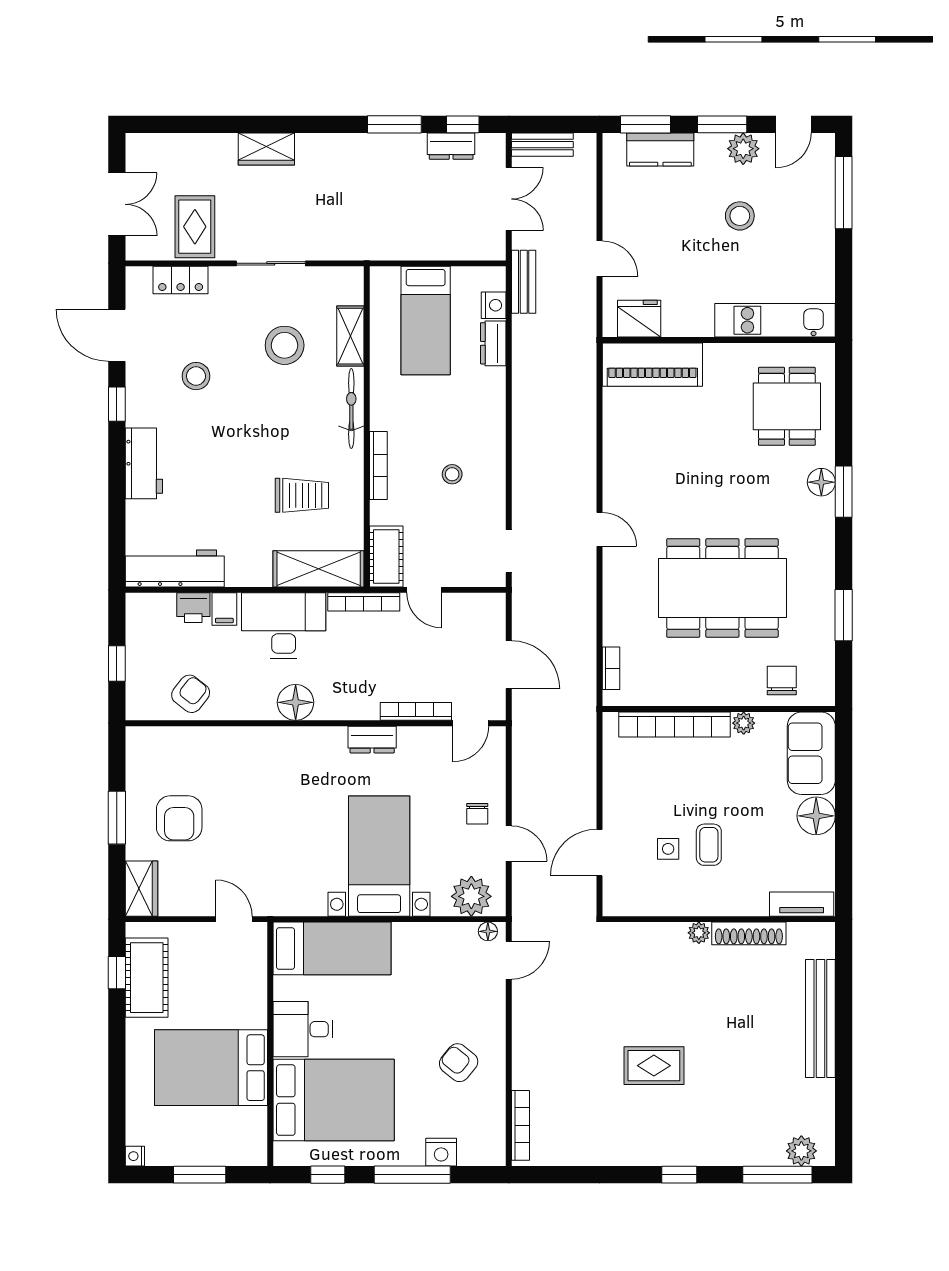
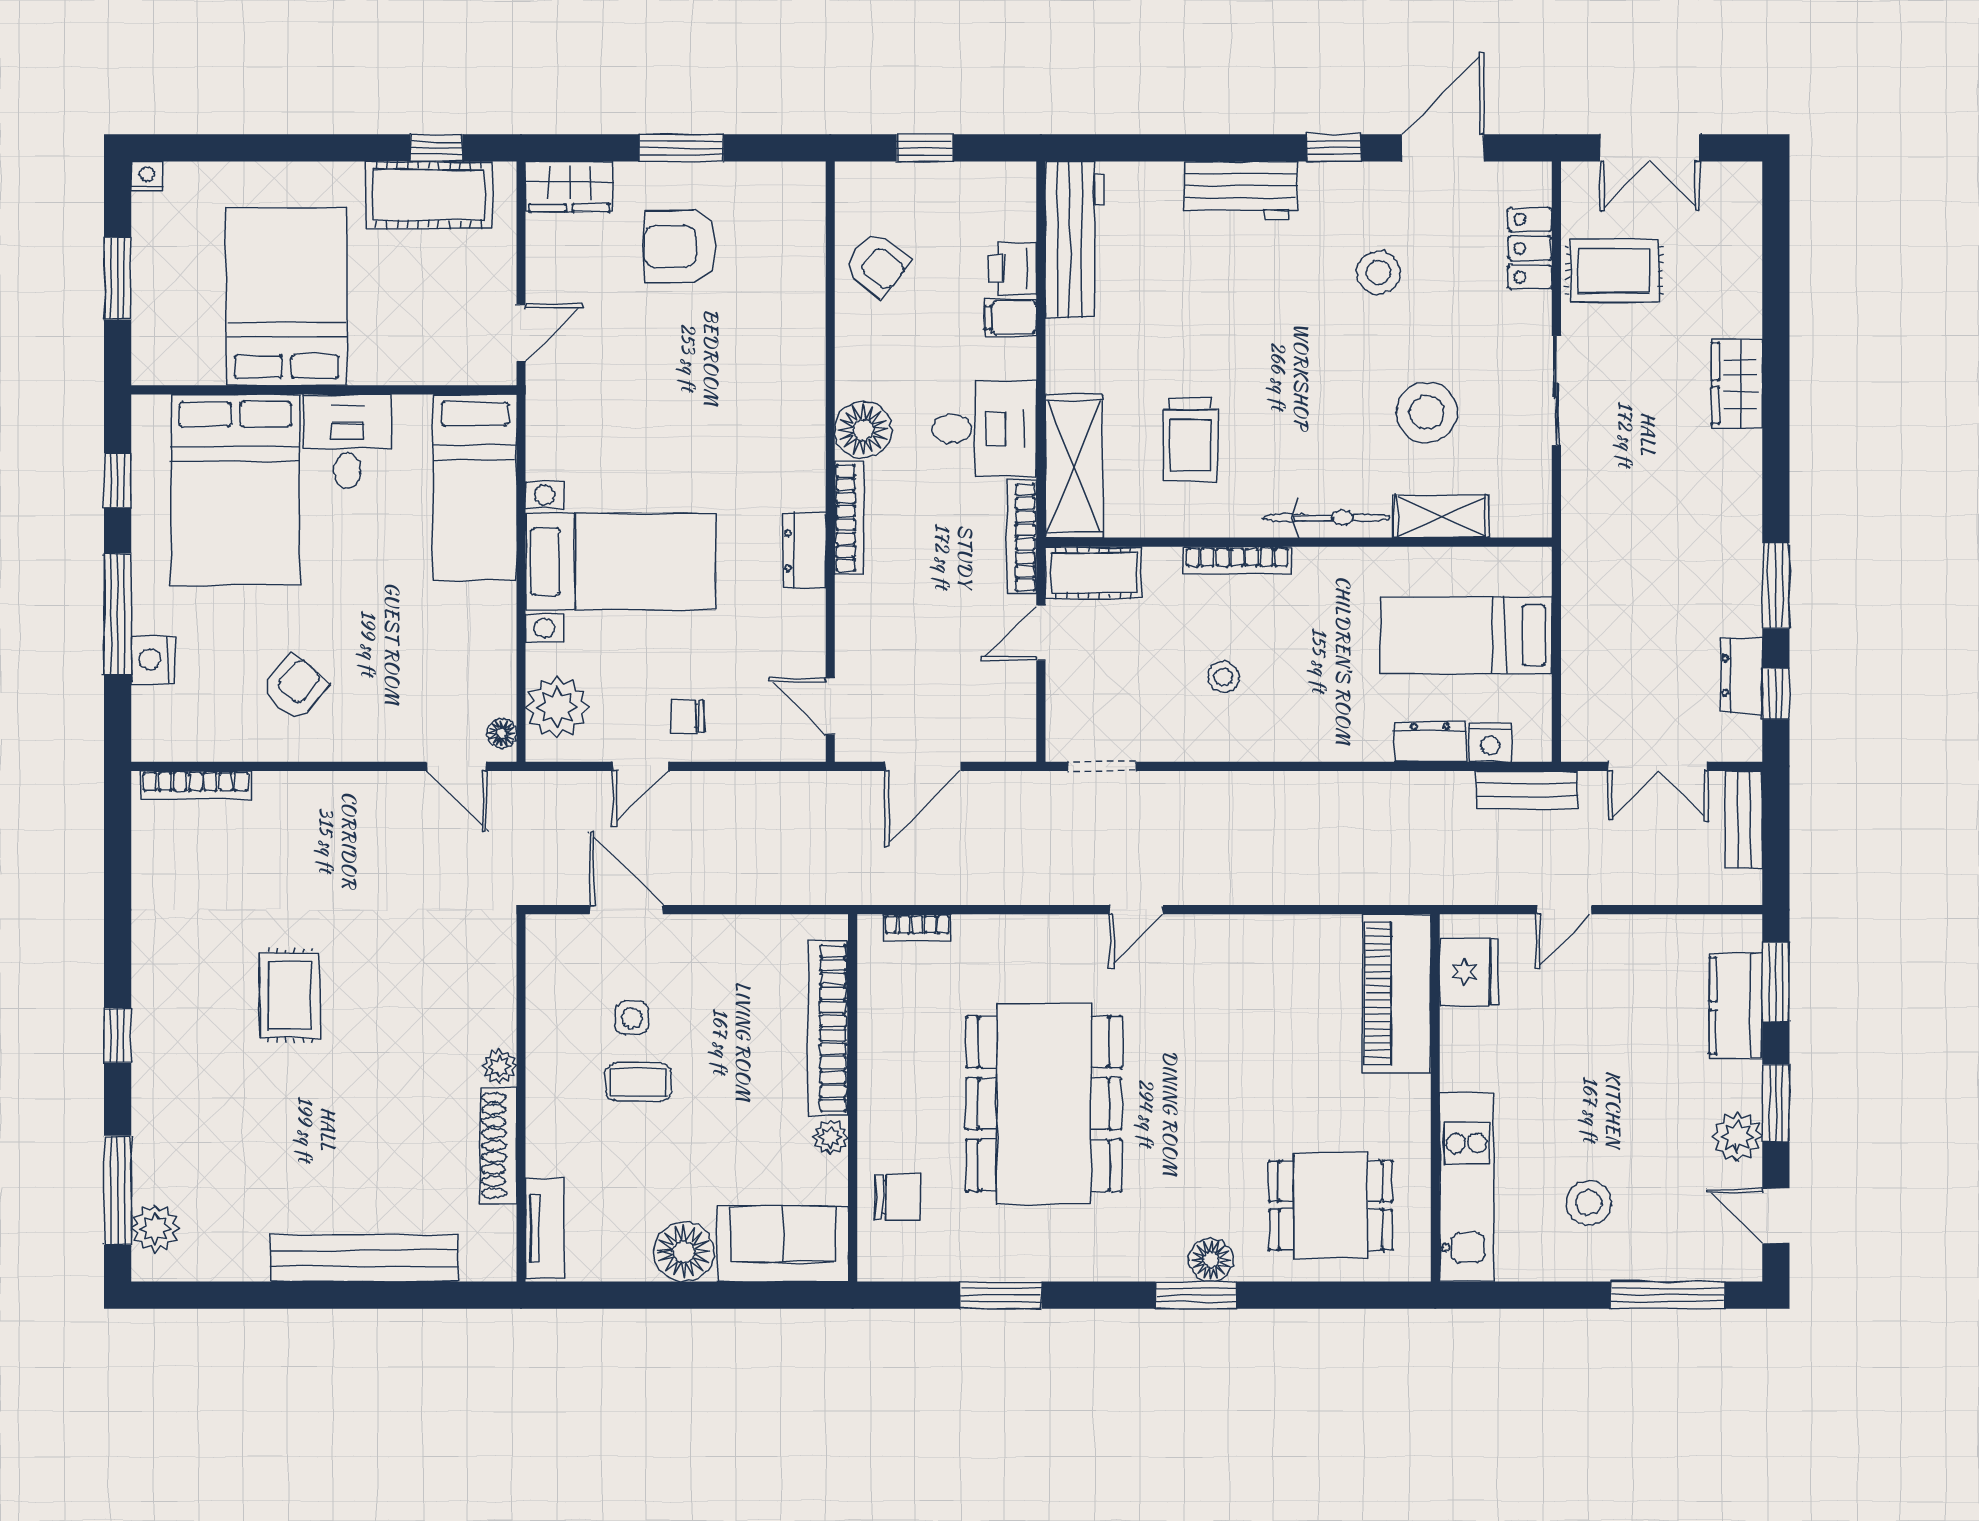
stool: (740, 216) -> (1589, 1203), moved
desk: (284, 626) -> (984, 429), width x0.73
bookcase: (416, 711) -> (849, 518), moved

